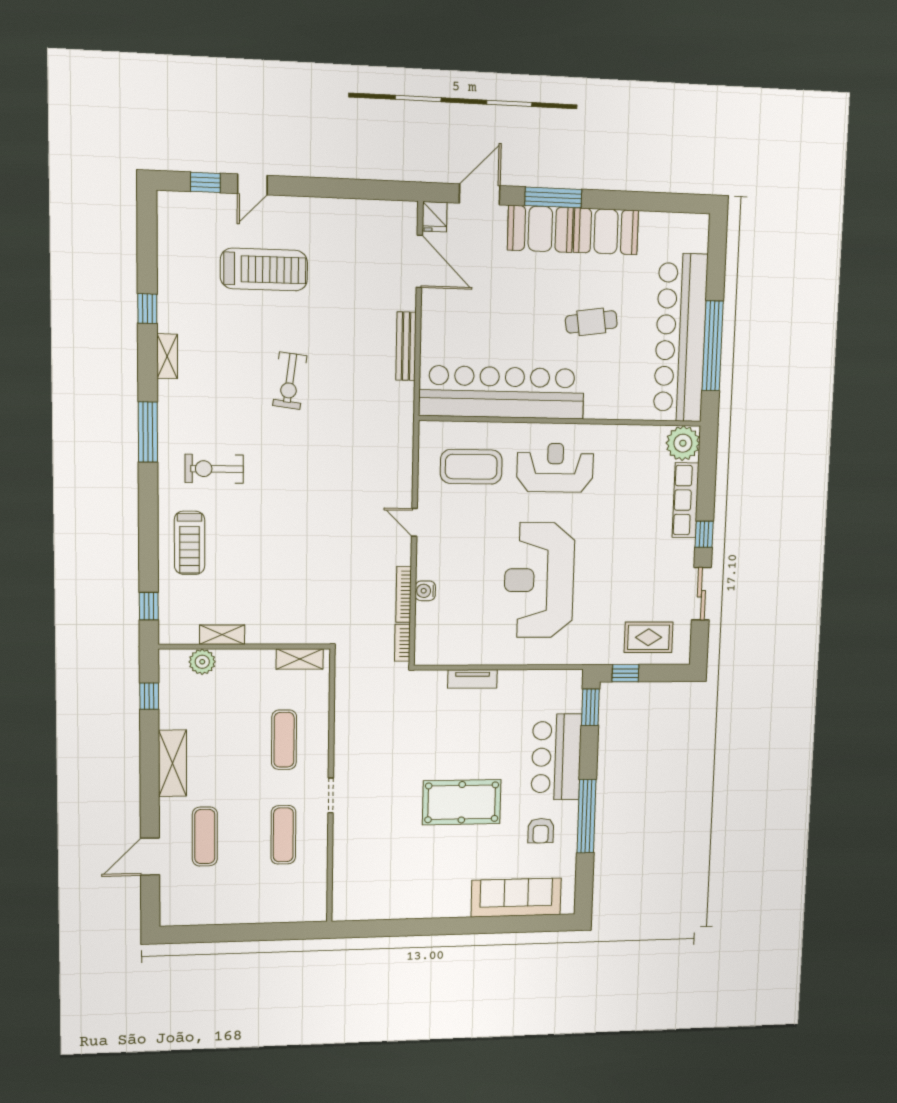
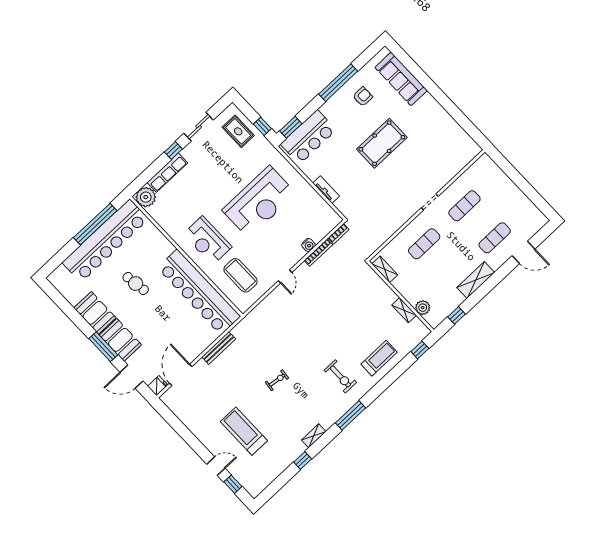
exercise bike: (290, 381) -> (277, 380), width x0.73, depth x0.72
bar counter: (556, 757) -> (308, 137), moved
pool table: (462, 802) -> (382, 143), turned 90

